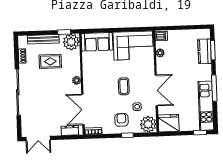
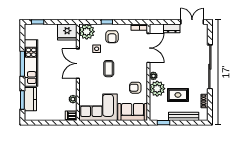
plant: (71, 42) -> (157, 89), moved
armchair: (95, 67) -> (135, 88), added
kitchen unit: (206, 106) -> (31, 63), moved
dresser: (70, 131) -> (172, 28), moved

